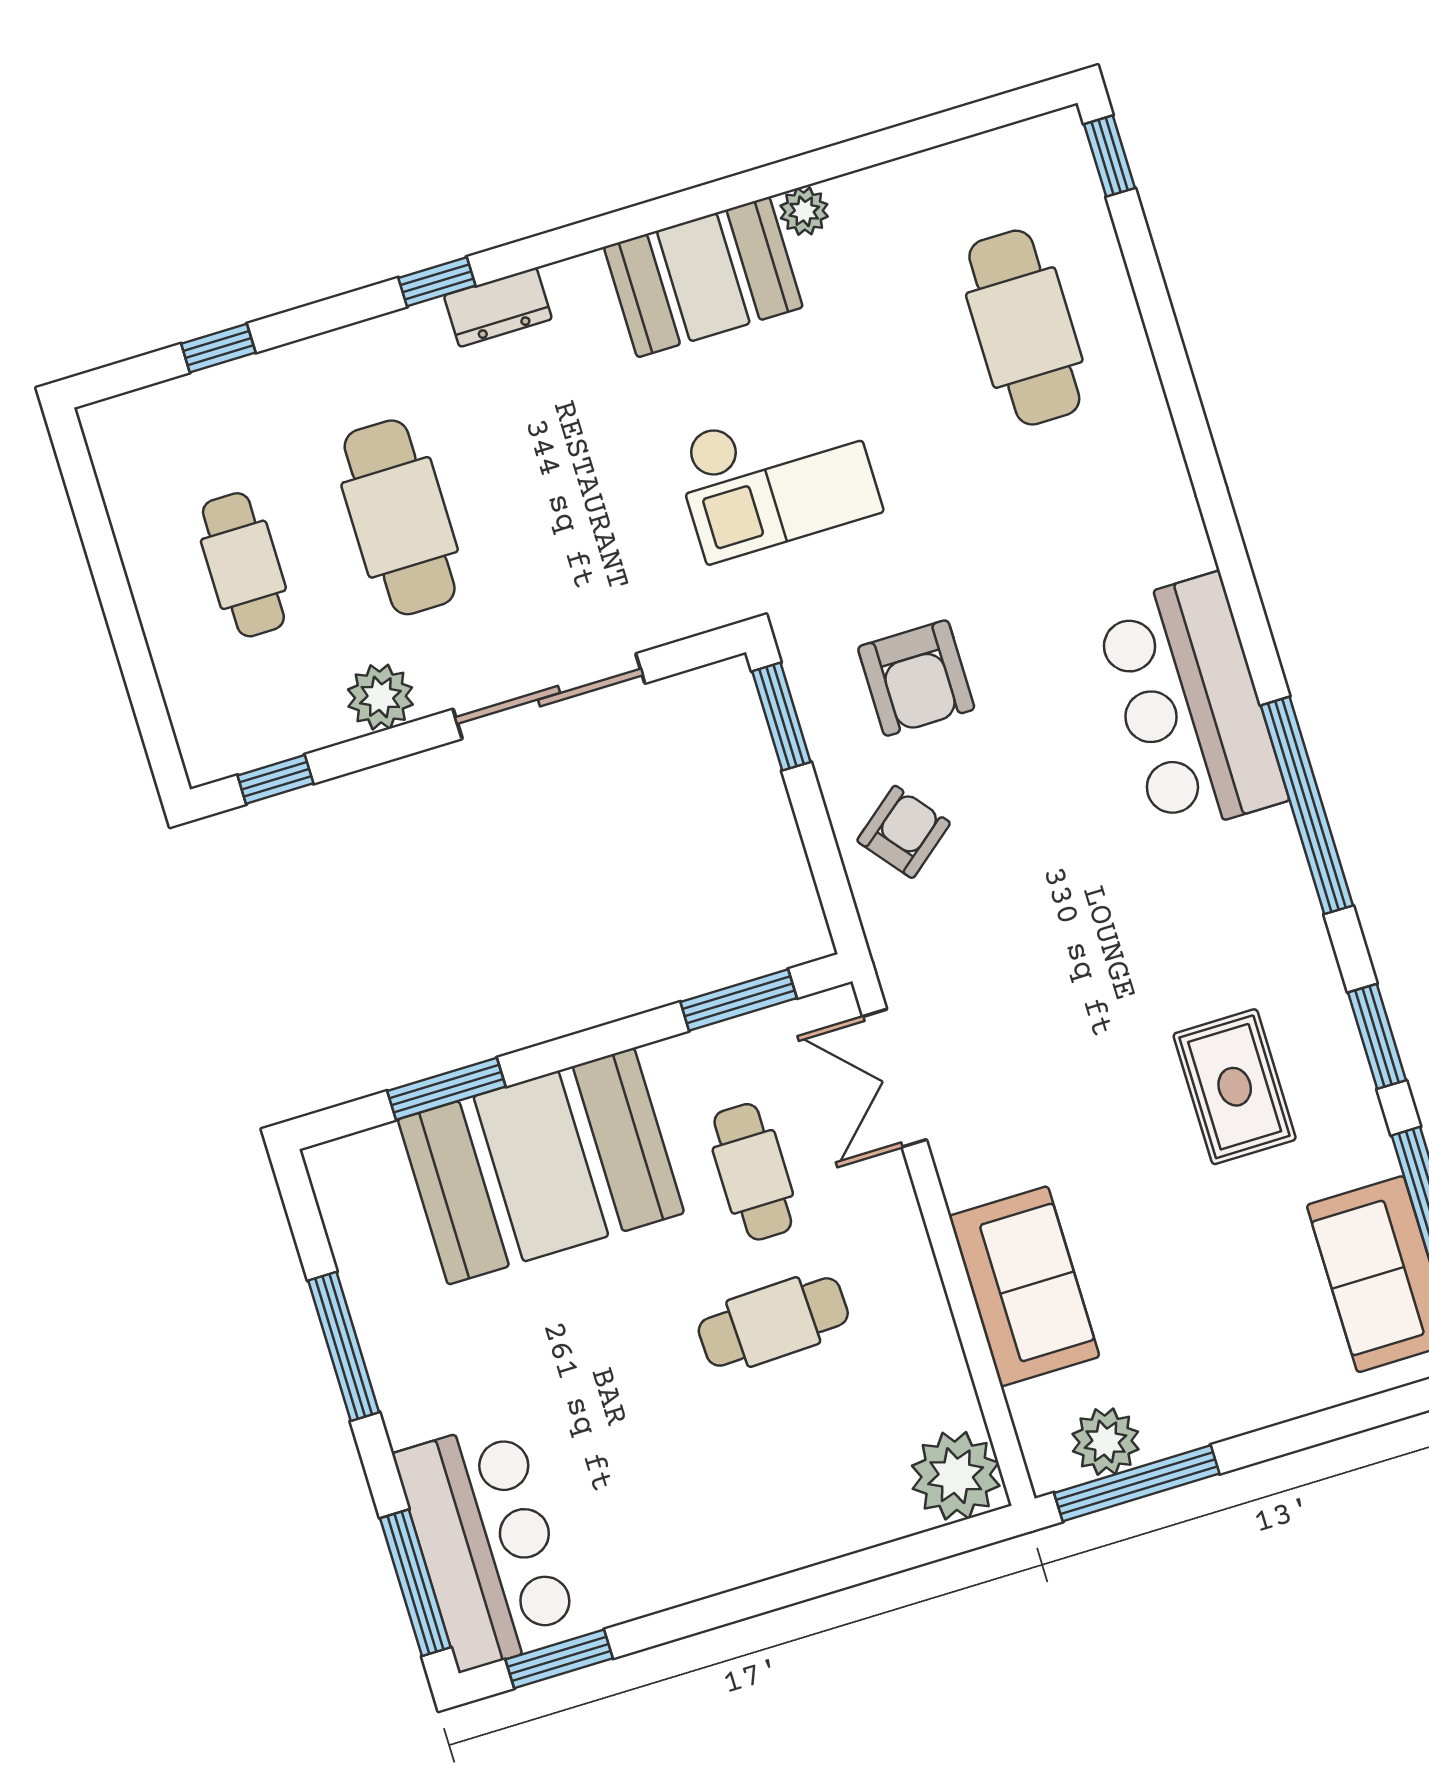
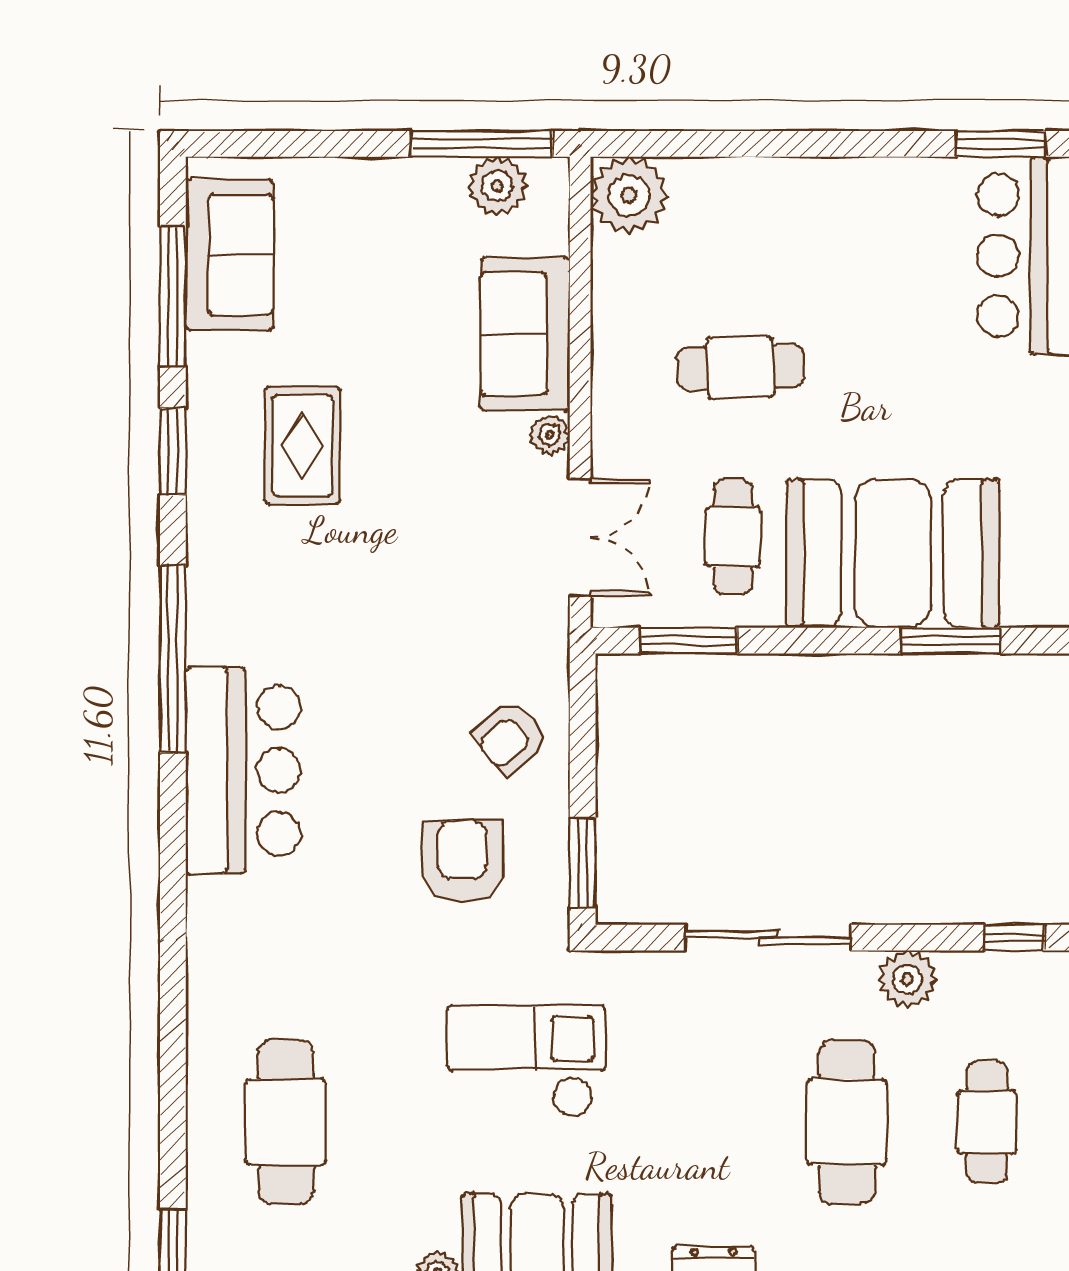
cafe table: (753, 1172) -> (733, 537), moved
plant: (963, 1182) -> (550, 435), added

